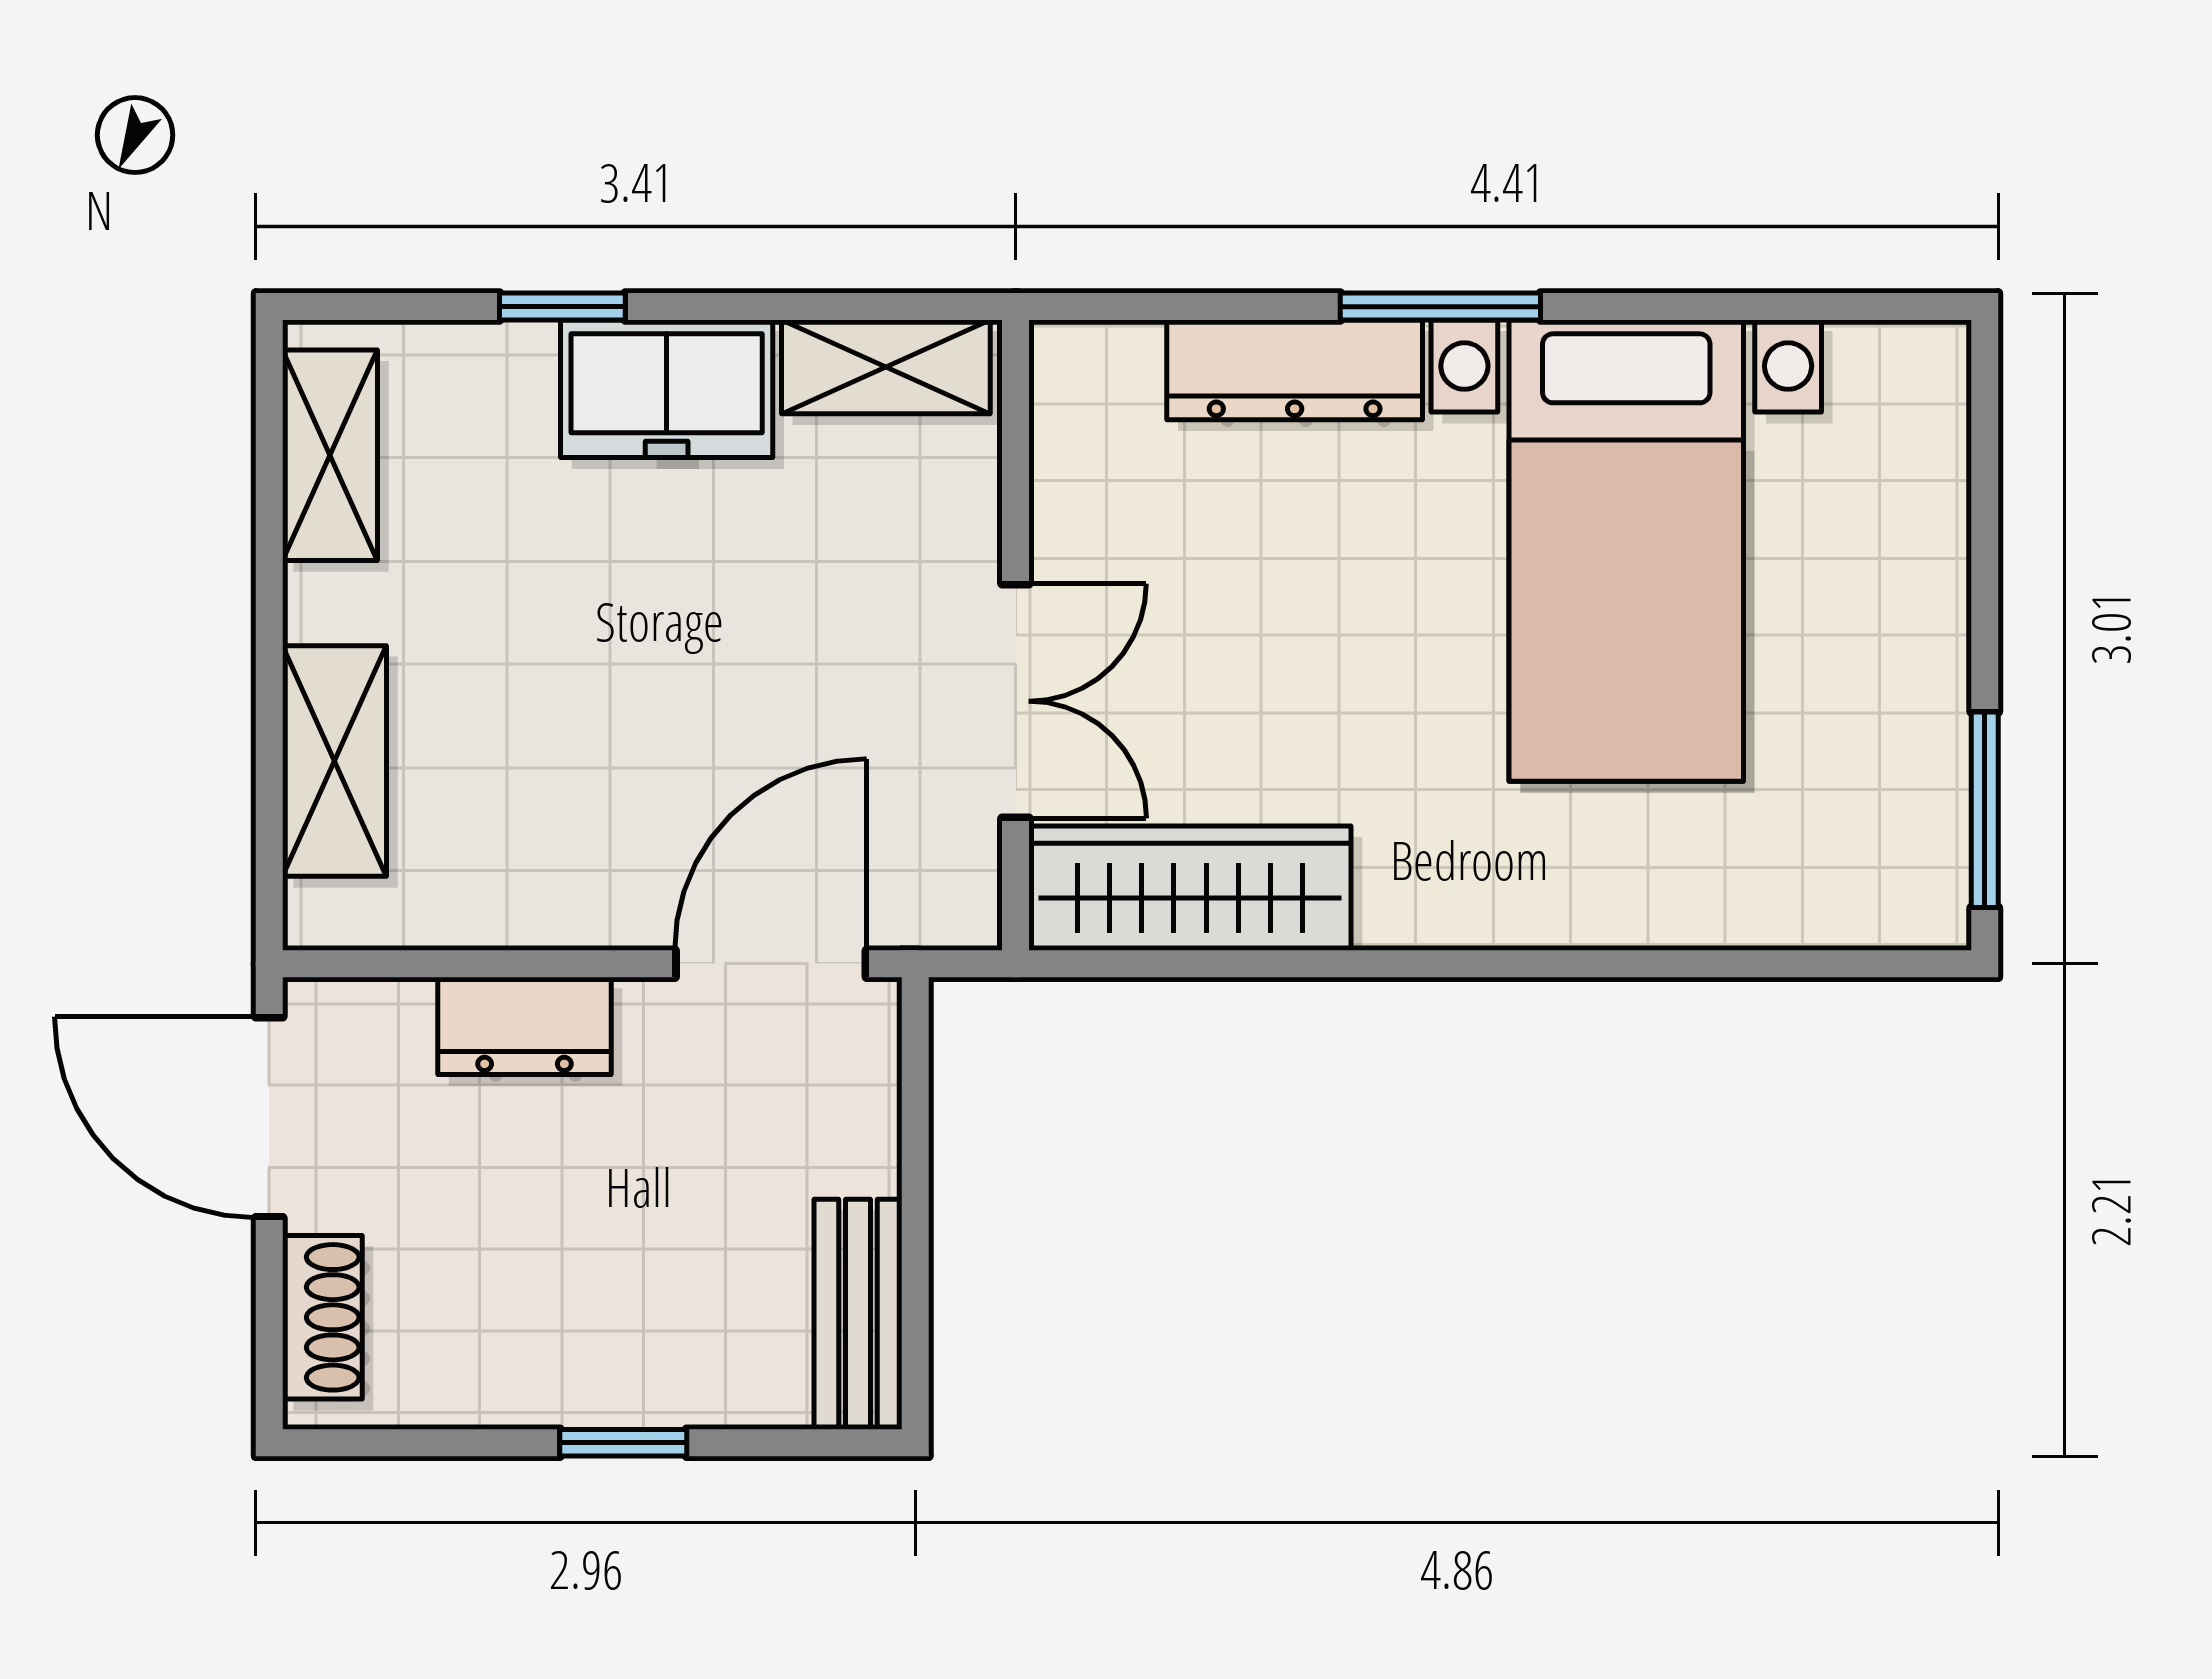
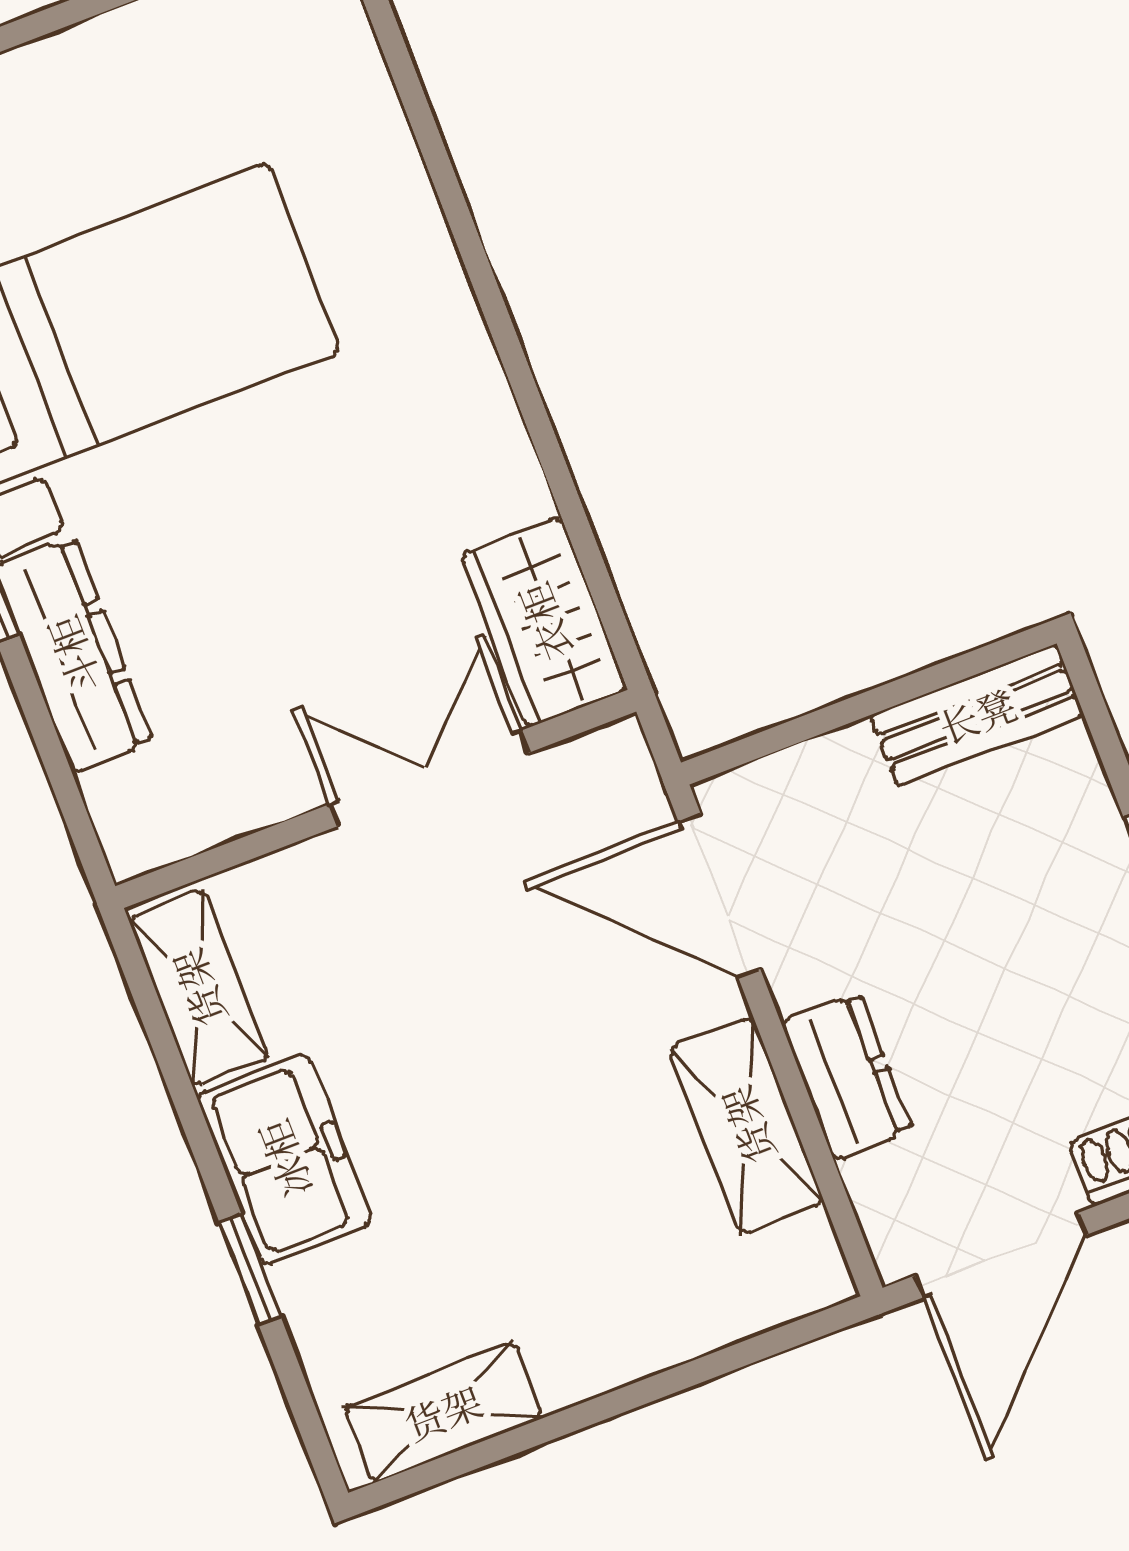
shelving: (335, 761) -> (747, 1125), moved, turned 90
wardrobe: (1190, 888) -> (544, 622), width x0.67

